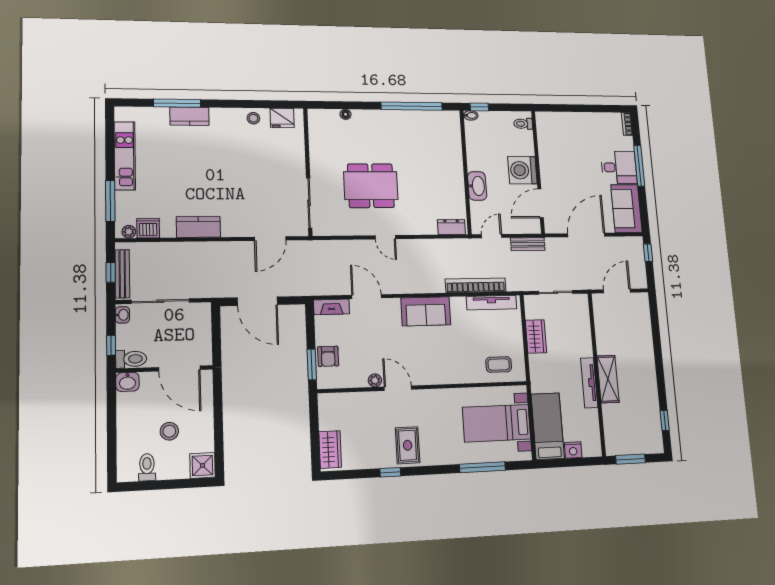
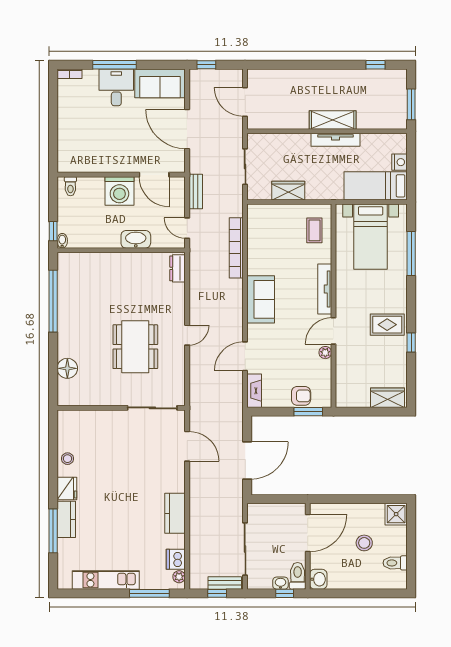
floor lamp: (346, 114) -> (67, 368), width x1.89, depth x1.89
fridge: (282, 118) -> (67, 489), moved
bench: (122, 274) -> (225, 583), width x0.73
tv unit: (492, 303) -> (325, 289), moved, turned 180
washbasin: (122, 315) -> (280, 583), moved

